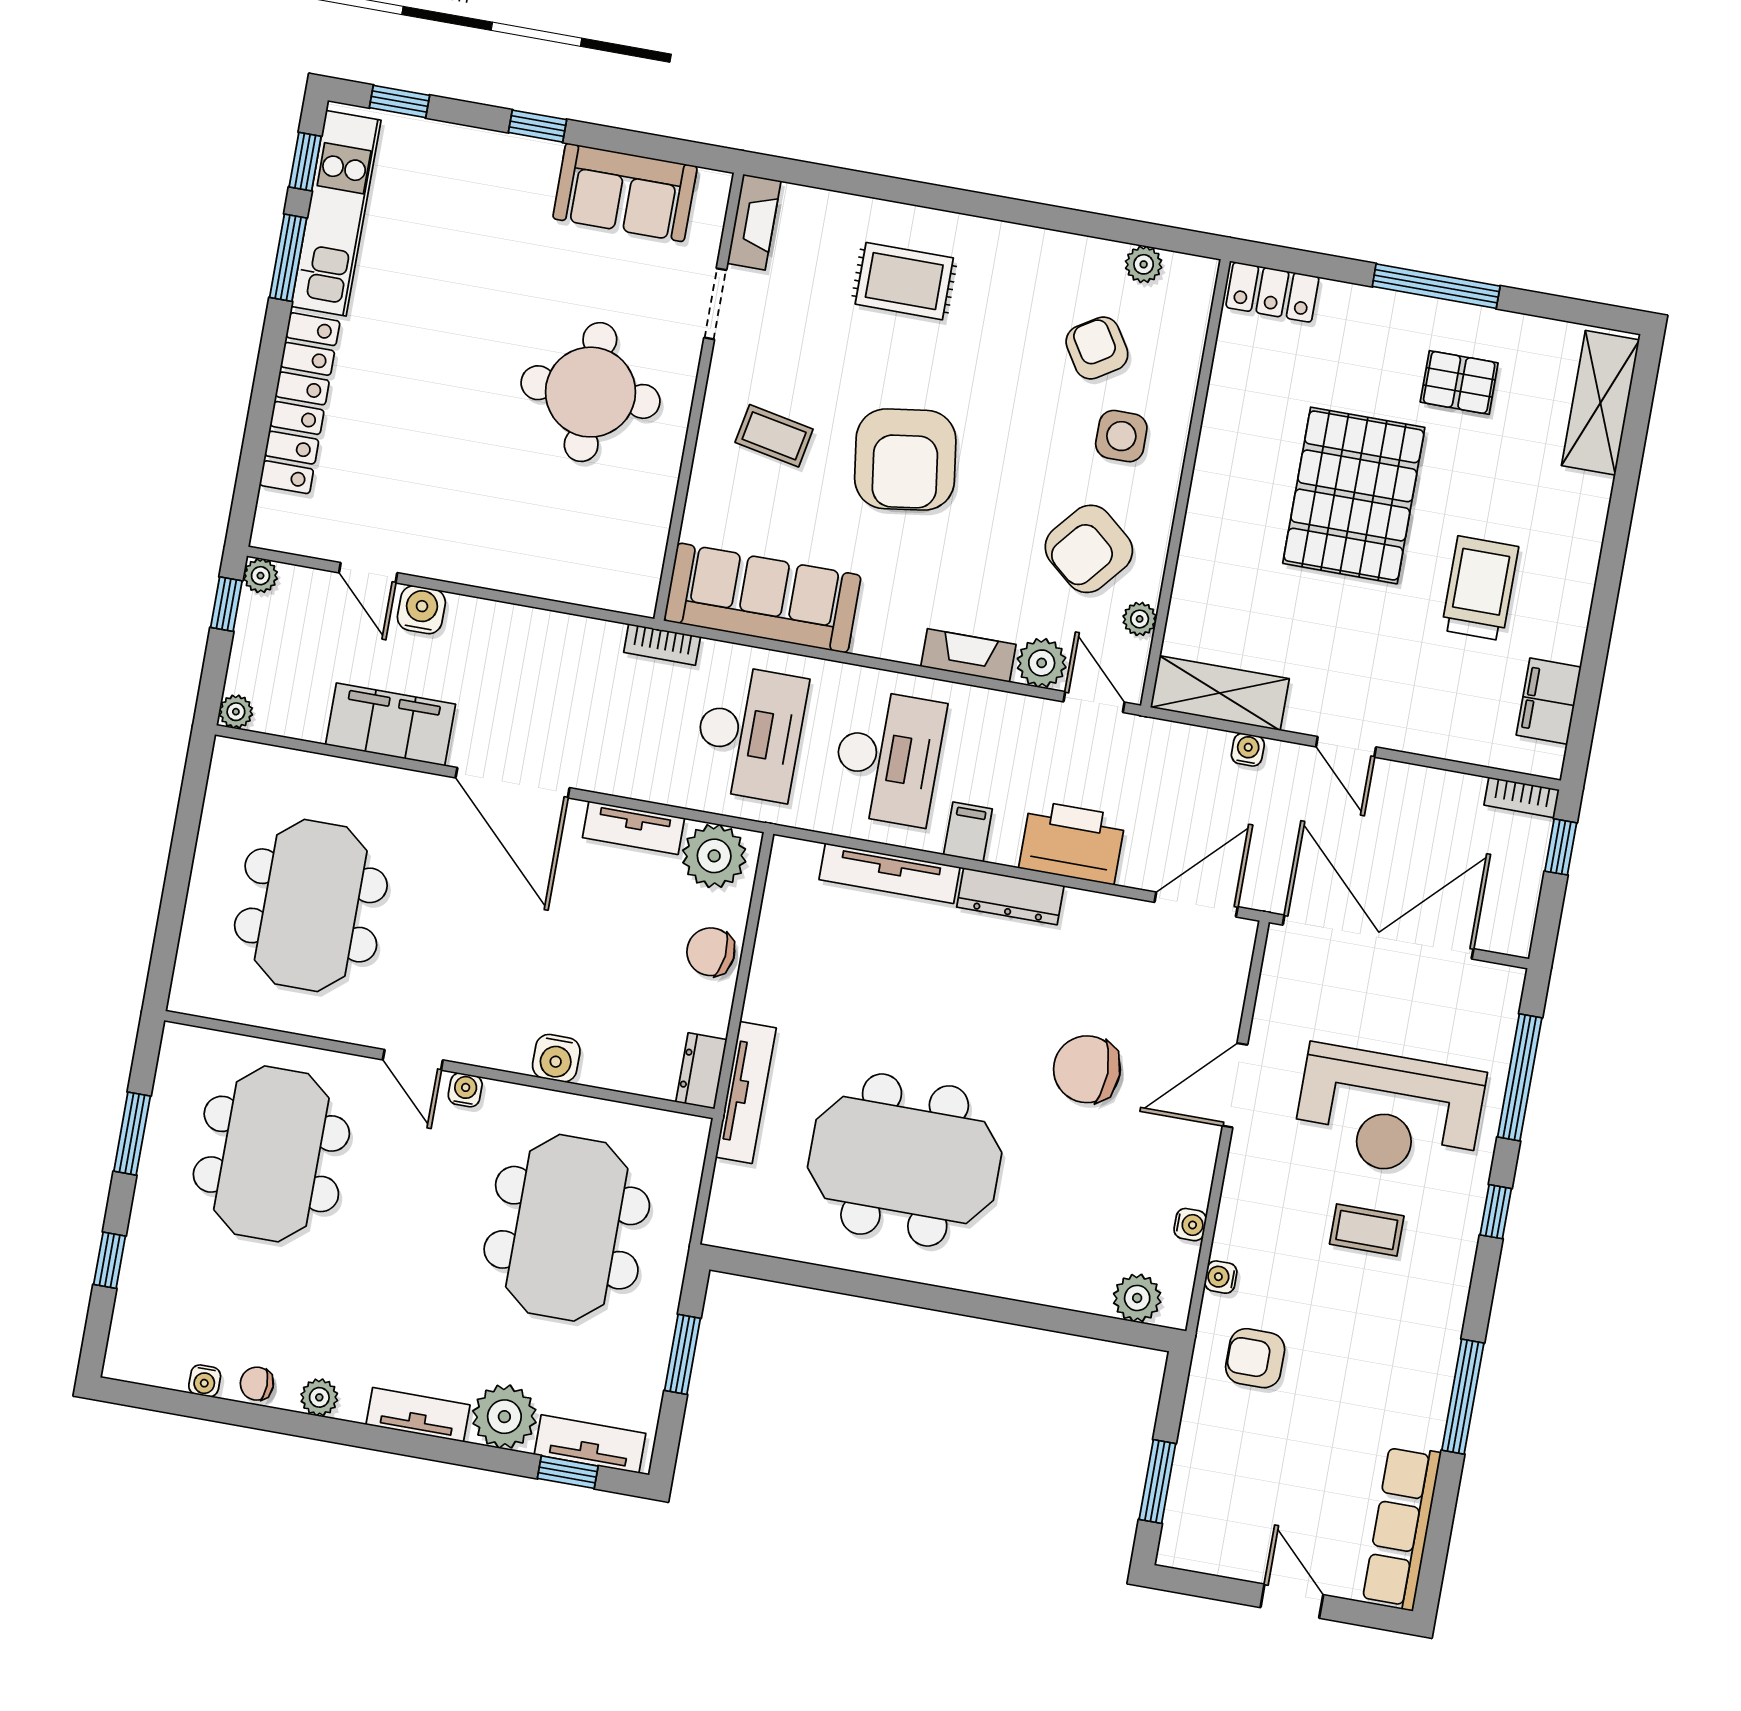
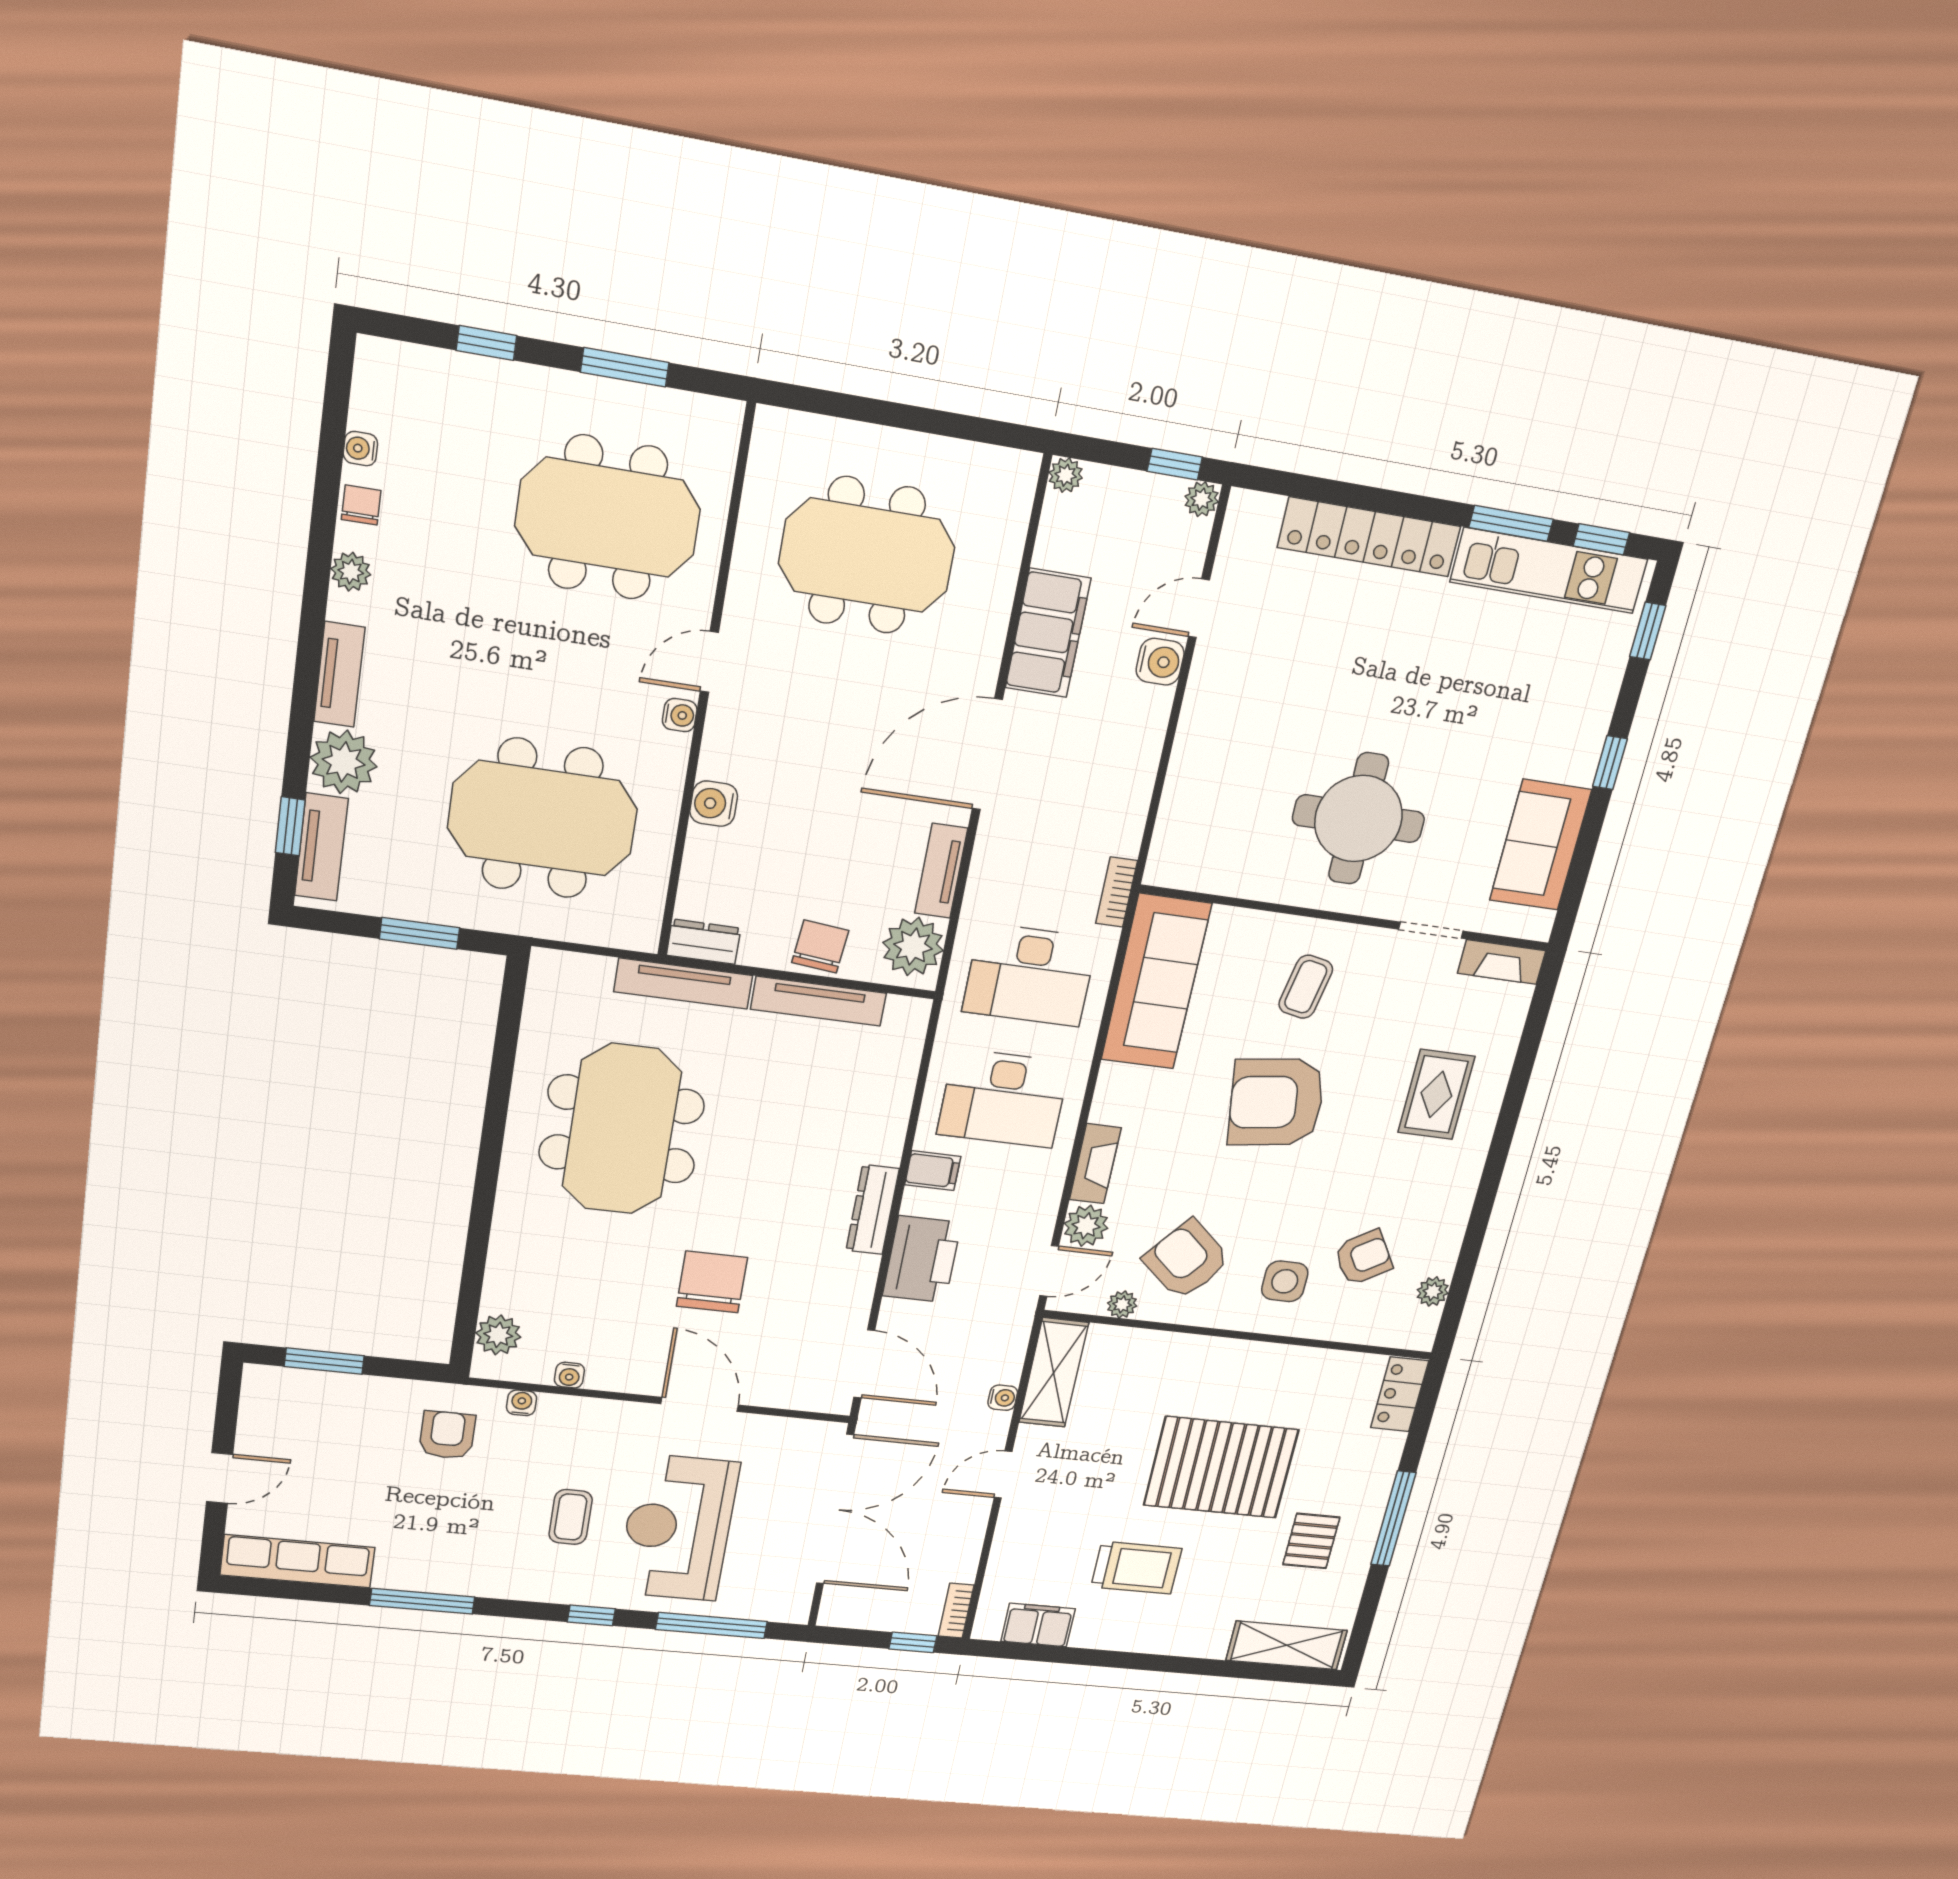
tv unit: (890, 873) -> (818, 1001), moved, turned -90

